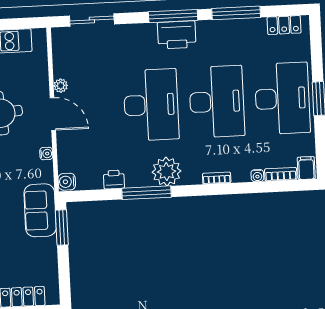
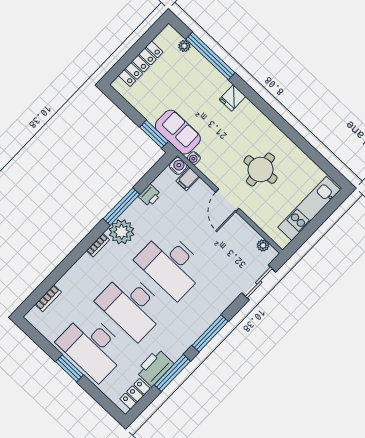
printer: (177, 35) -> (155, 367), moved
plant: (61, 86) -> (263, 245), moved
door: (53, 114) -> (227, 200), hinge flipped
water cooler: (46, 154) -> (194, 158), moved
filing cabinet: (306, 168) -> (188, 179), moved, turned 90
water cooler: (257, 176) -> (62, 283), removed
bookcase: (217, 178) -> (98, 245), moved

